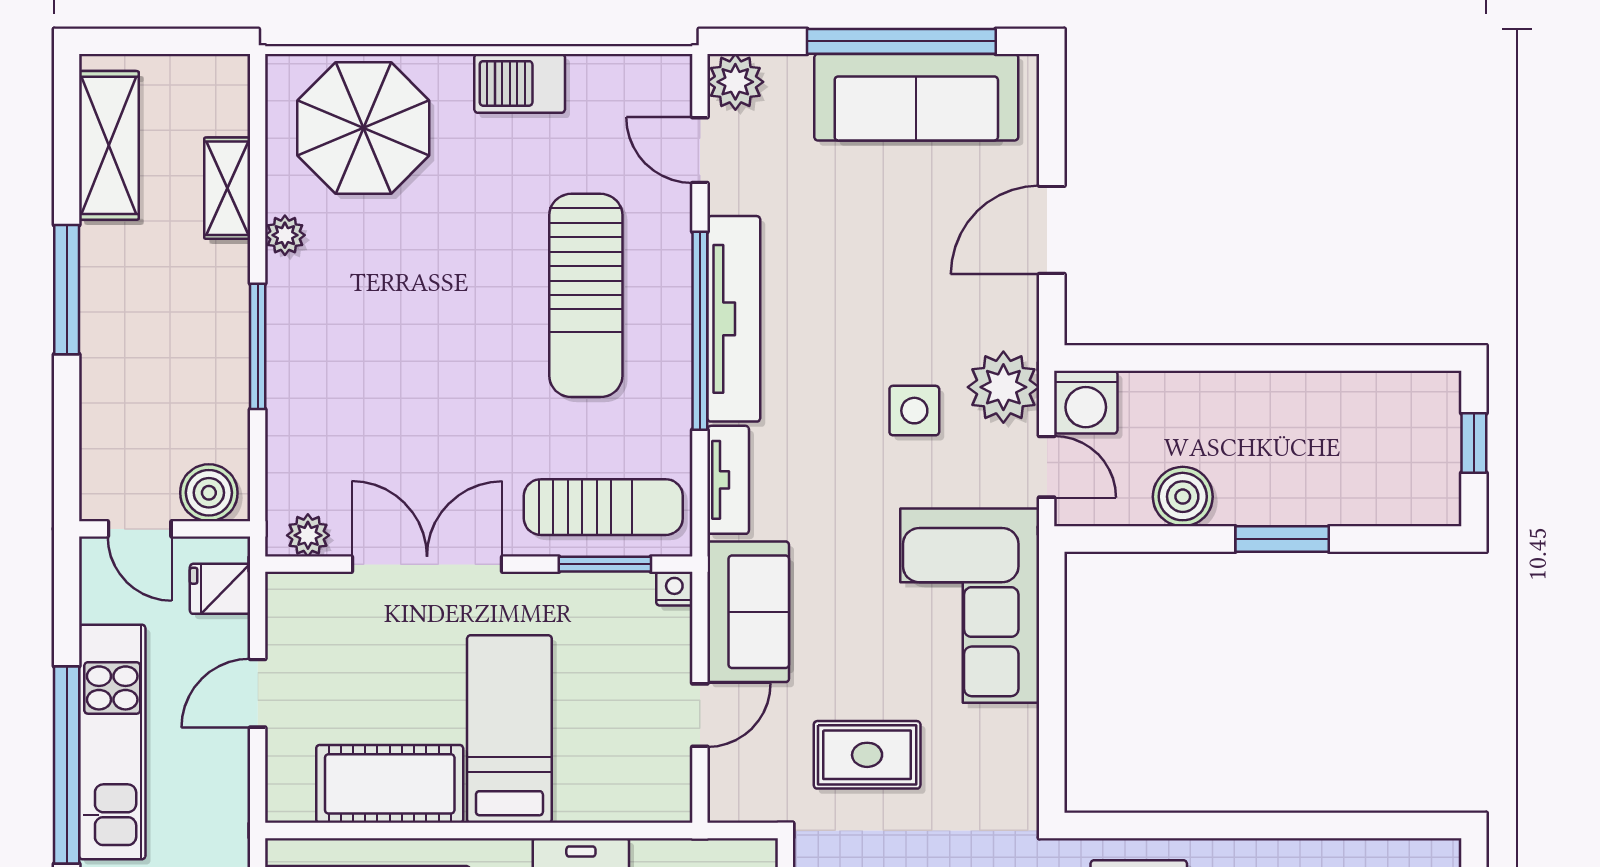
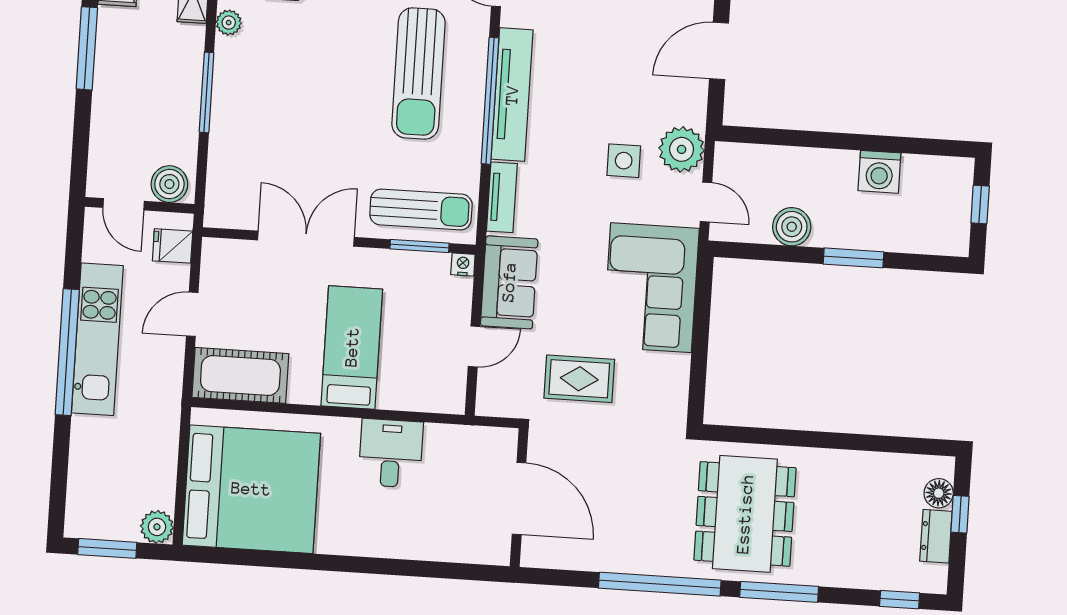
washing machine: (1086, 402) -> (879, 172), moved
plant: (308, 535) -> (231, 215), removed
cot: (390, 784) -> (240, 375), moved

